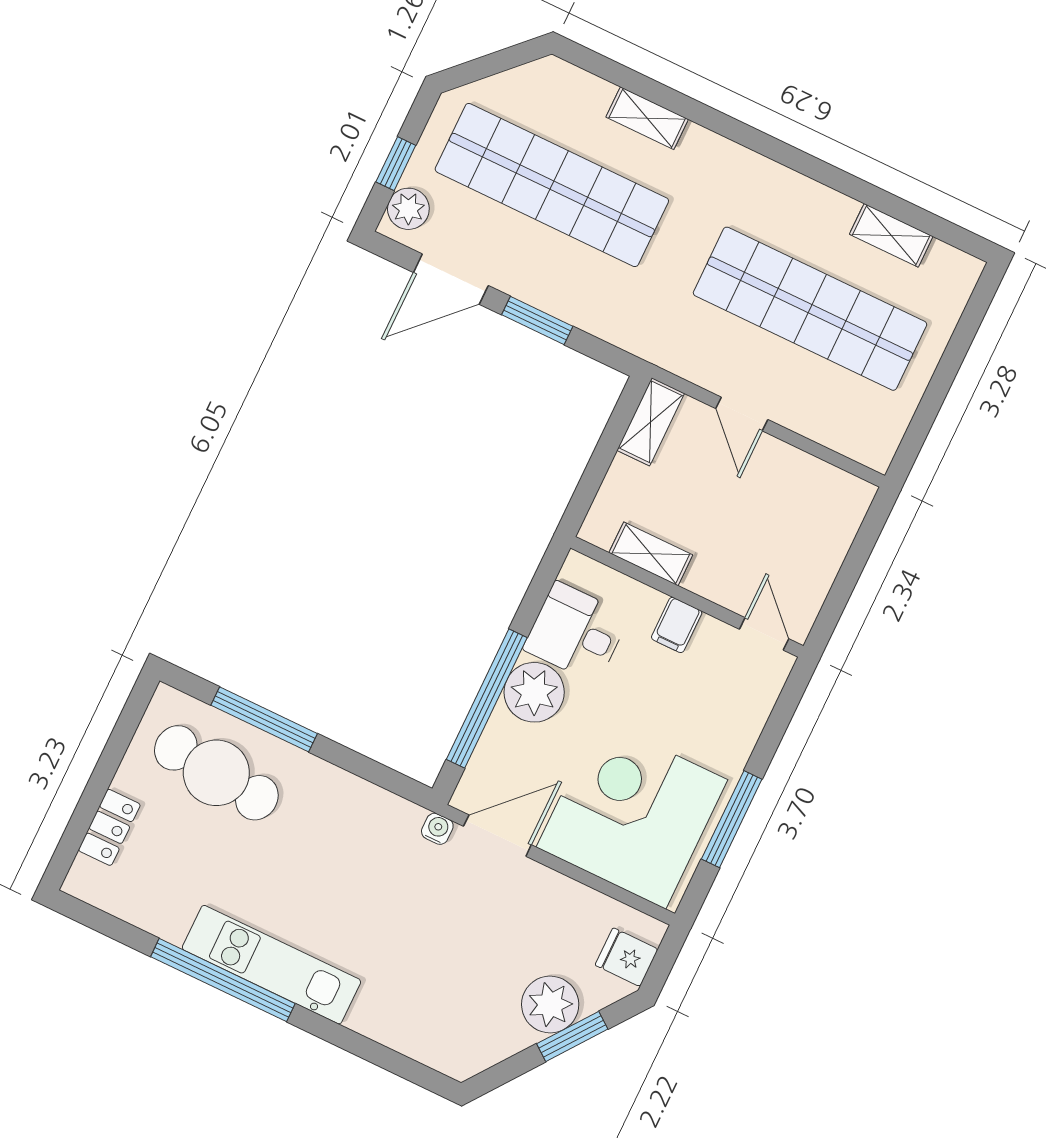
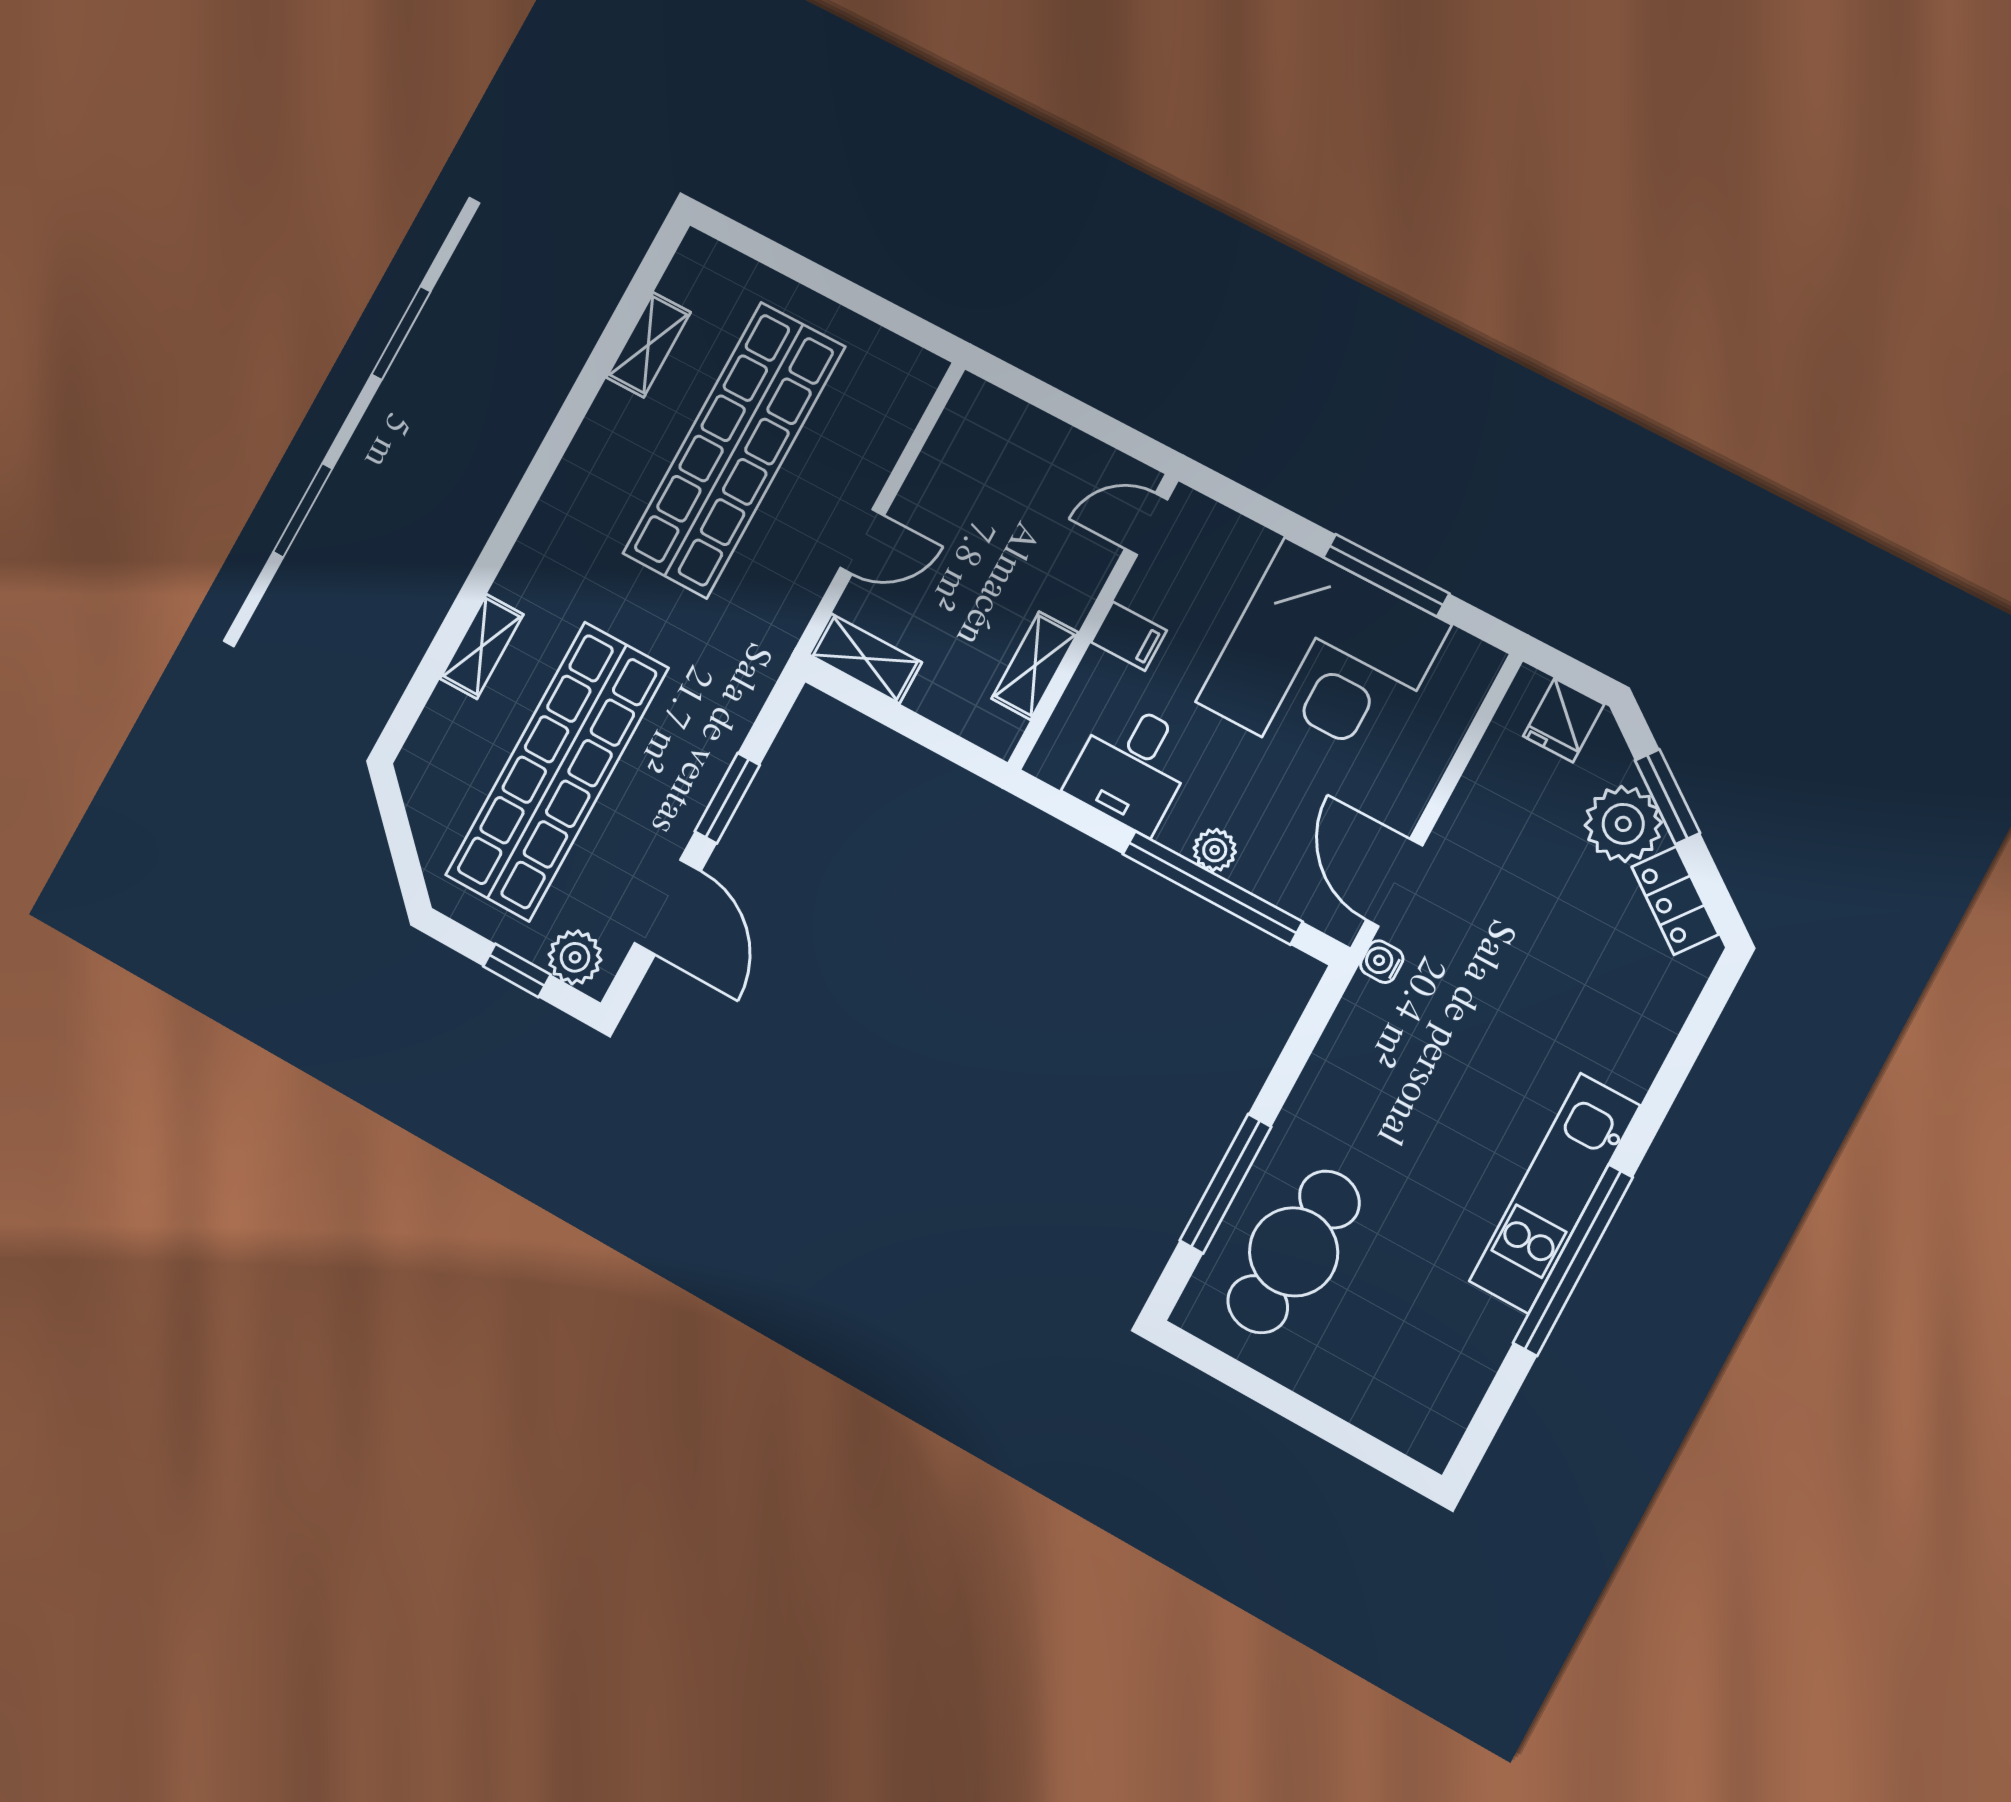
plant: (534, 692) -> (1215, 850), width x0.53, depth x0.53
corner desk: (632, 813) -> (1323, 663), moved, turned -90
locker: (109, 827) -> (1675, 901), moved, turned -143

